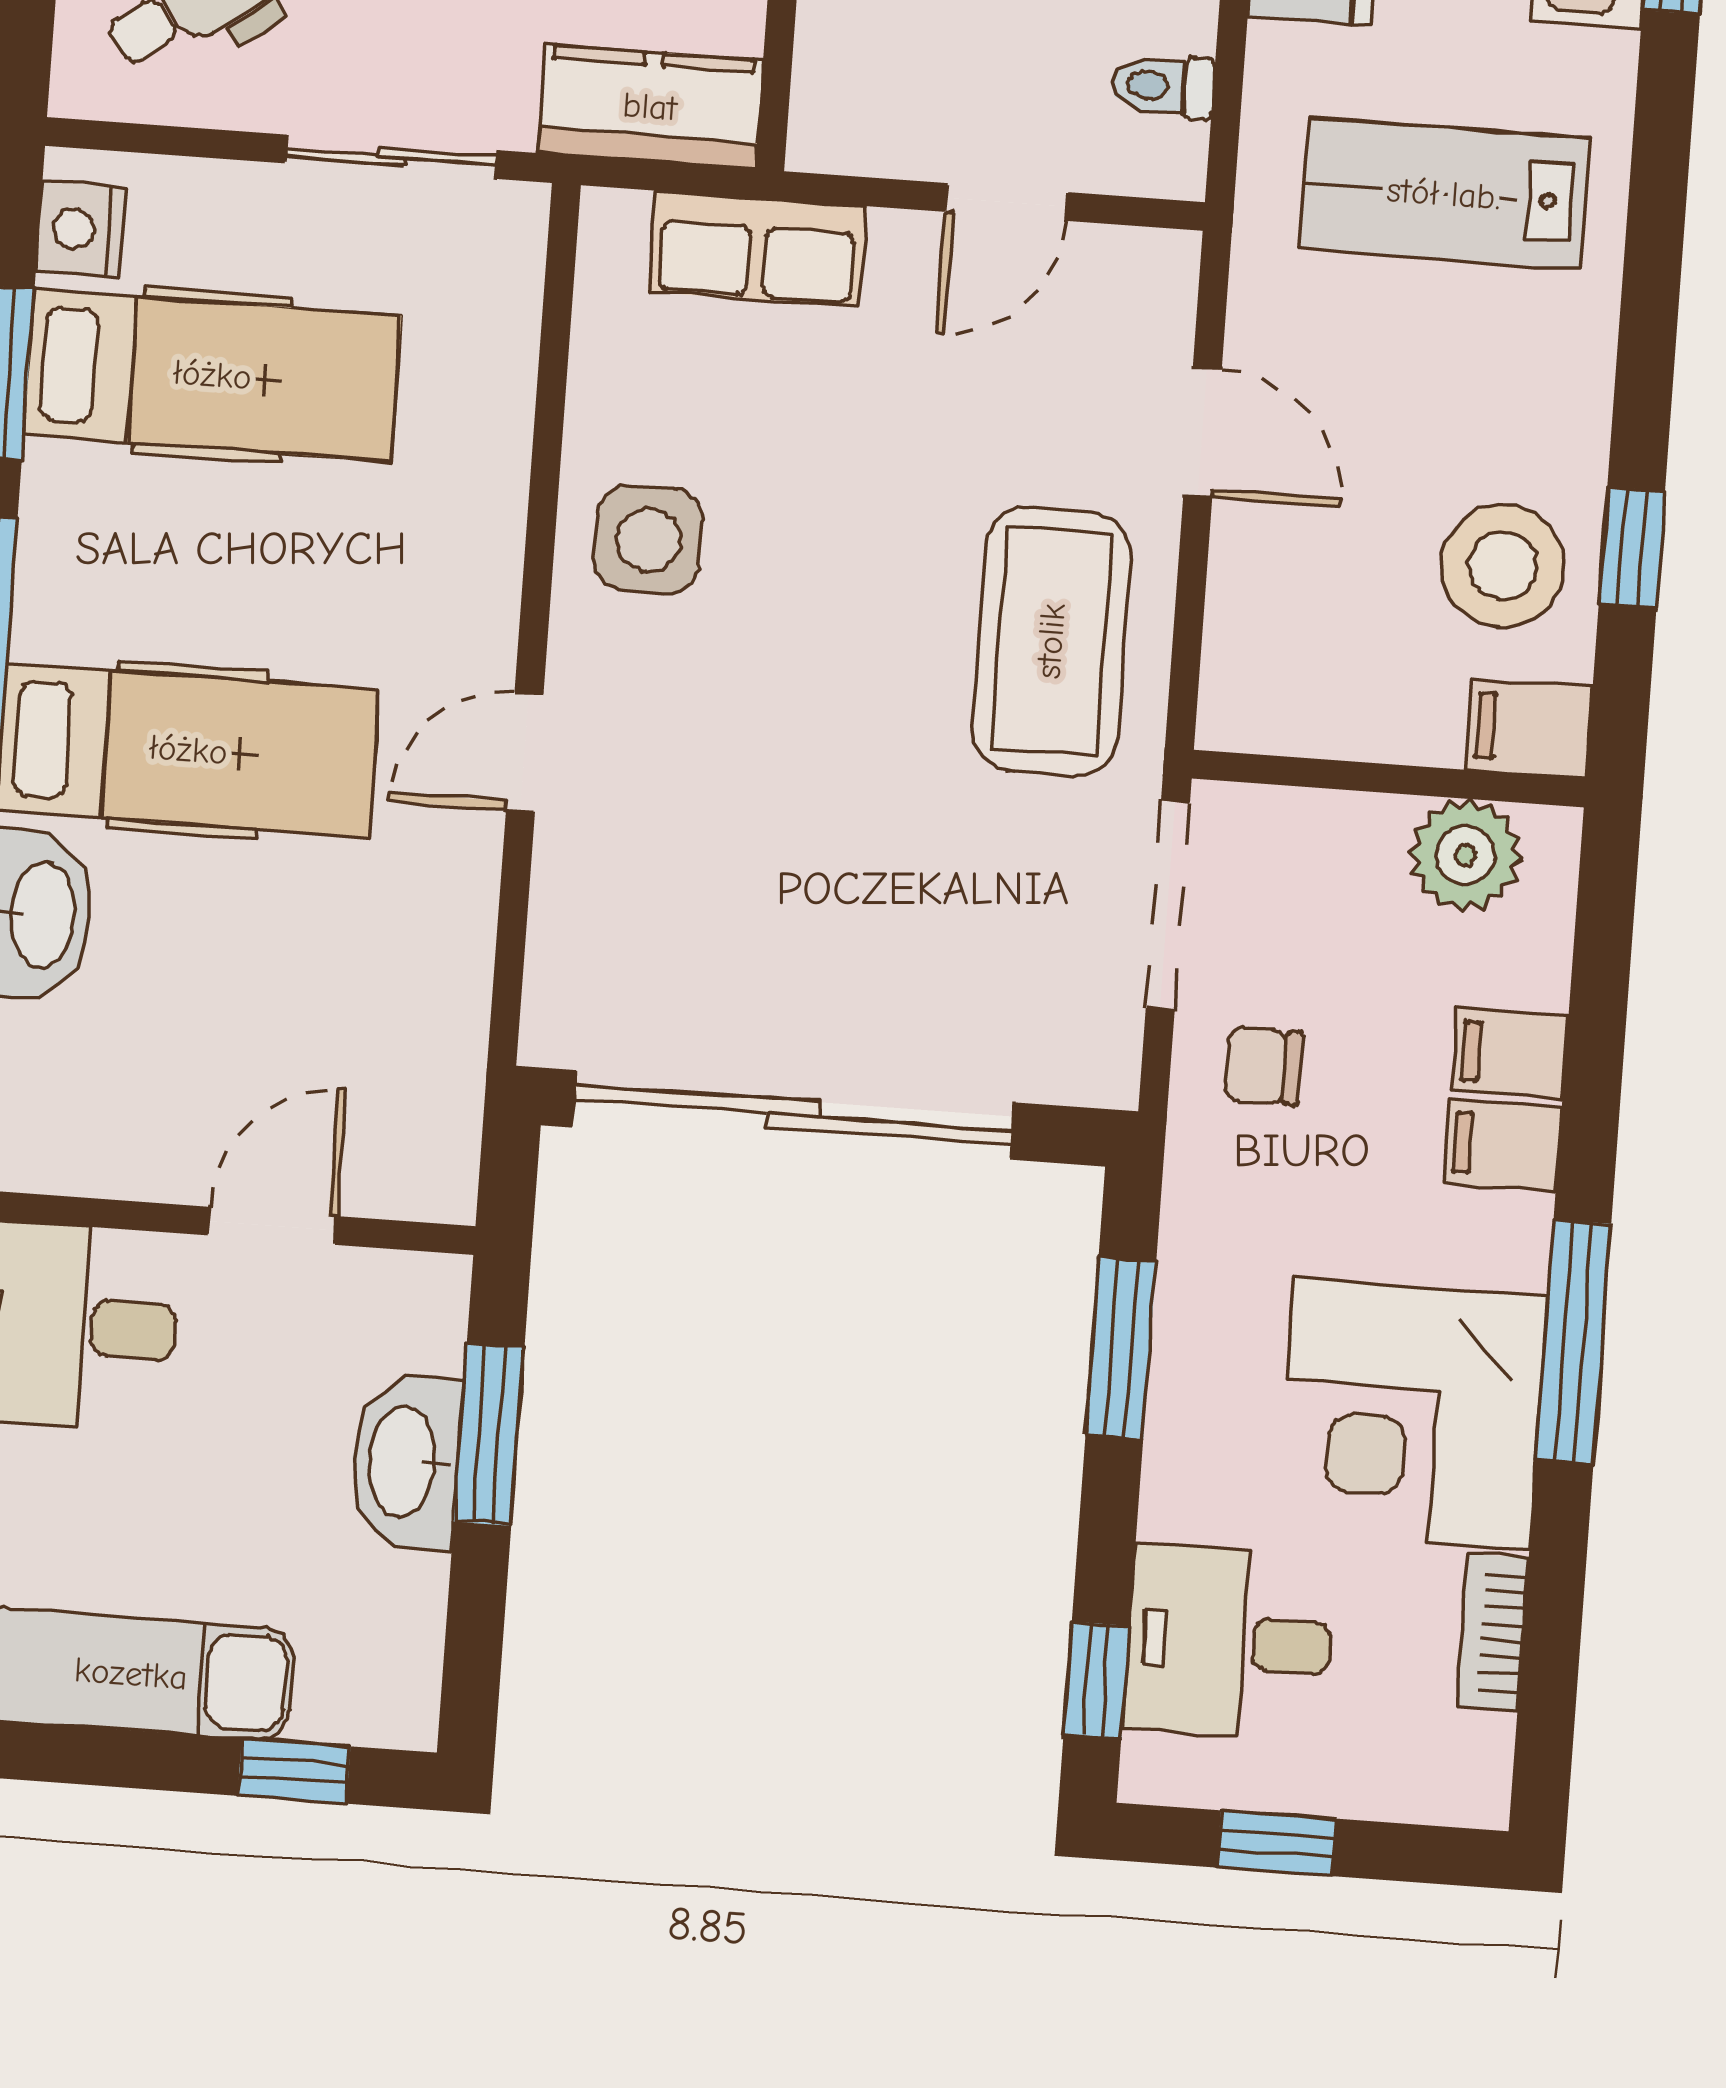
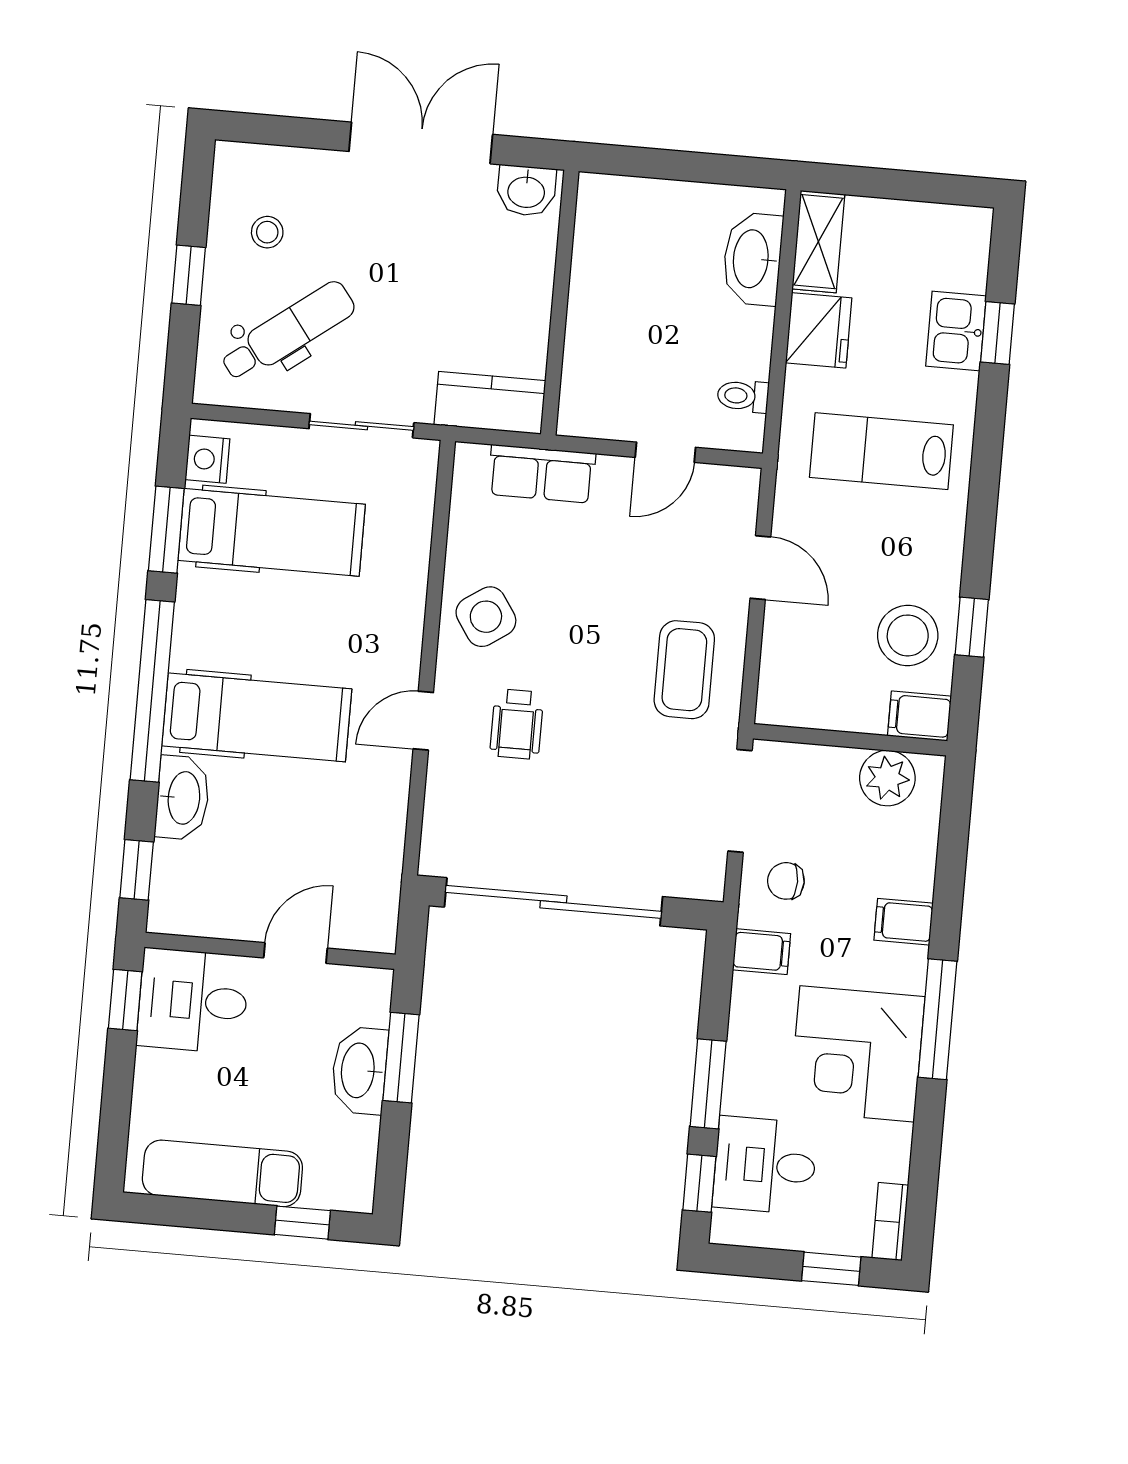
side table: (648, 540) -> (486, 617), turned -34
coffee table: (1051, 641) -> (684, 670), width x0.73, depth x0.76
wheelchair: (714, 756) -> (517, 724), added
filing cabinet: (1510, 1054) -> (762, 952), moved, turned 180
window: (1121, 1348) -> (708, 1084), moved
bookcase: (1493, 1632) -> (890, 1222), moved
window: (1277, 1843) -> (831, 1269), moved

